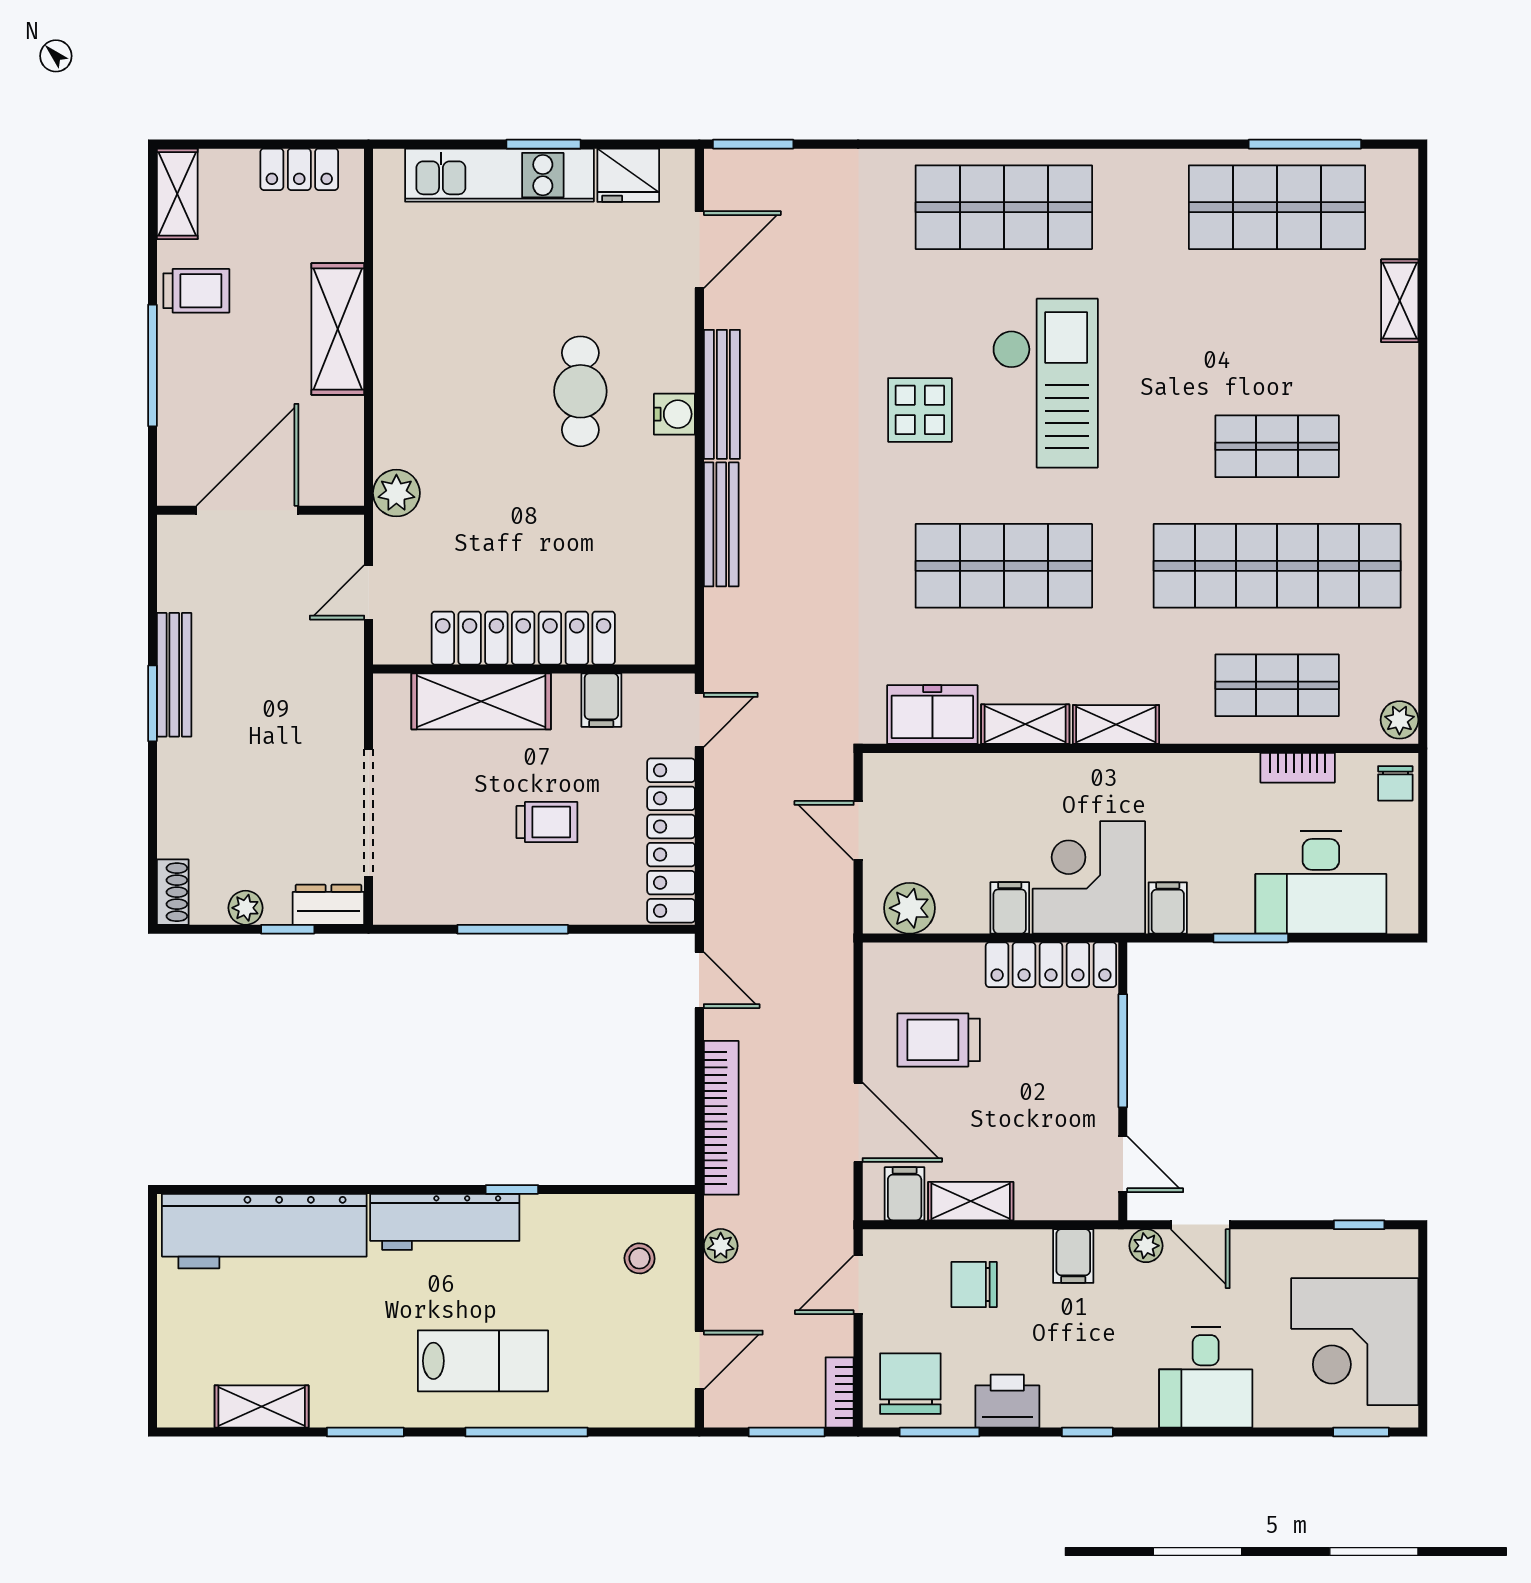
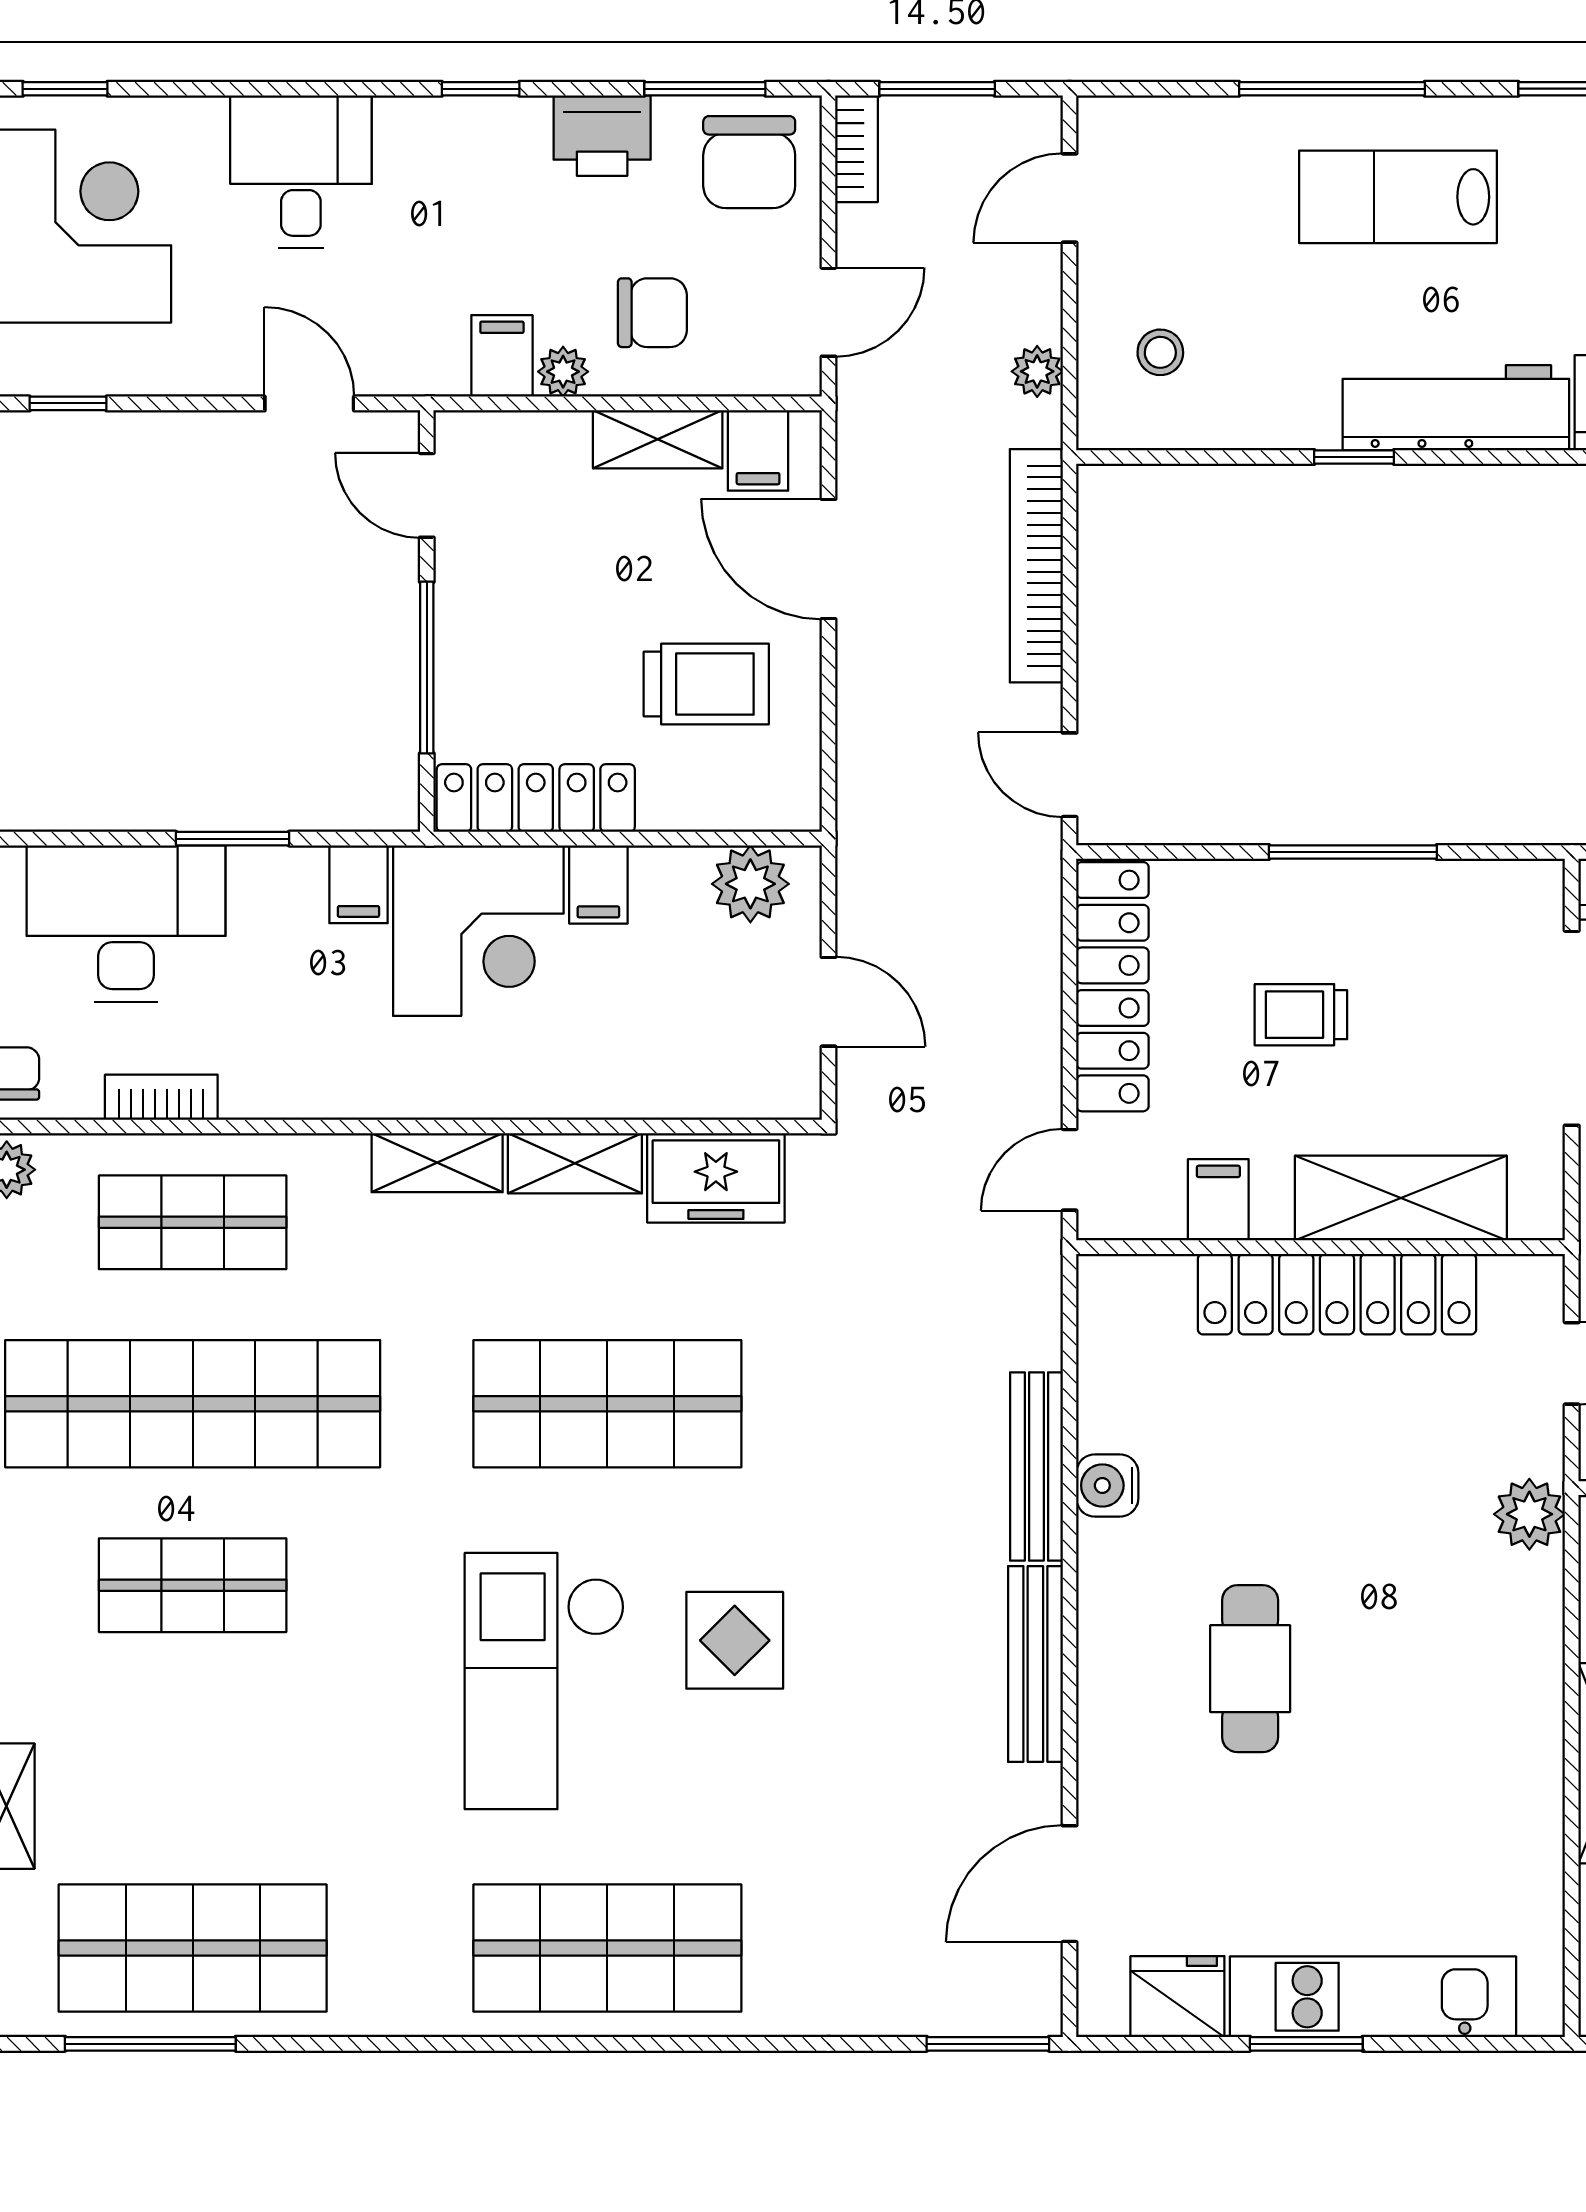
water cooler: (674, 414) -> (1107, 1485), moved
plant: (1146, 1246) -> (563, 372), moved

